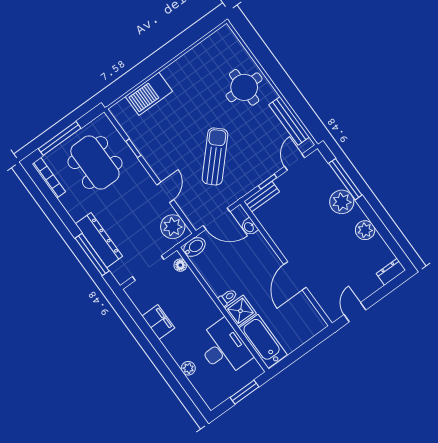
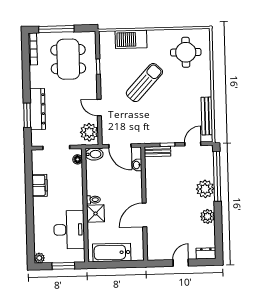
round table: (244, 87) -> (186, 52), moved
sun lounger: (215, 156) -> (144, 83), moved
window: (345, 179) -> (217, 176), width x1.46
door: (165, 192) -> (99, 108), swing flipped
window: (92, 255) -> (27, 115), width x0.69
door: (355, 312) -> (181, 263), moved
bathtub: (263, 341) -> (112, 252), moved, turned -90
plant: (188, 368) -> (39, 258), moved

